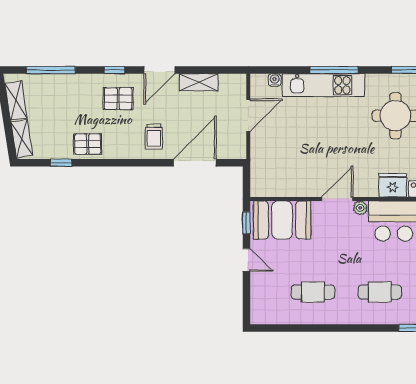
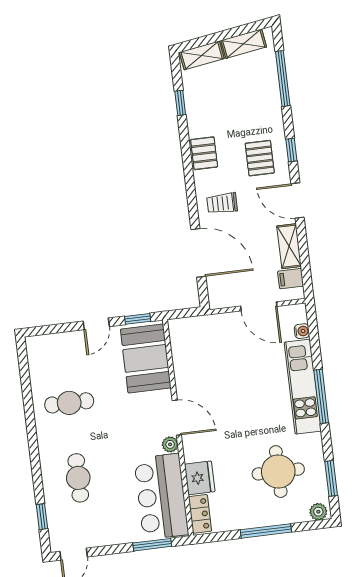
filing cabinet: (227, 84) -> (291, 279), added
pallet: (88, 144) -> (204, 153), moved
cafe table: (313, 292) -> (69, 403), turned 90

